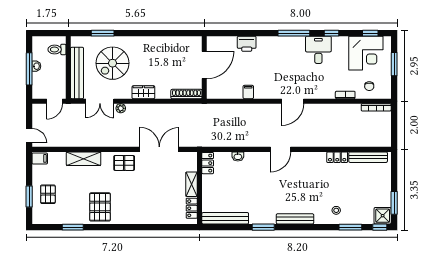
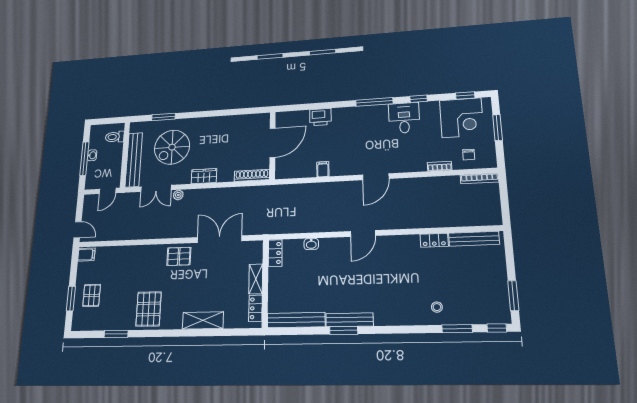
shelving: (84, 159) -> (203, 320), moved
shower: (383, 216) -> (499, 313), removed
bench: (295, 219) -> (349, 320), moved

